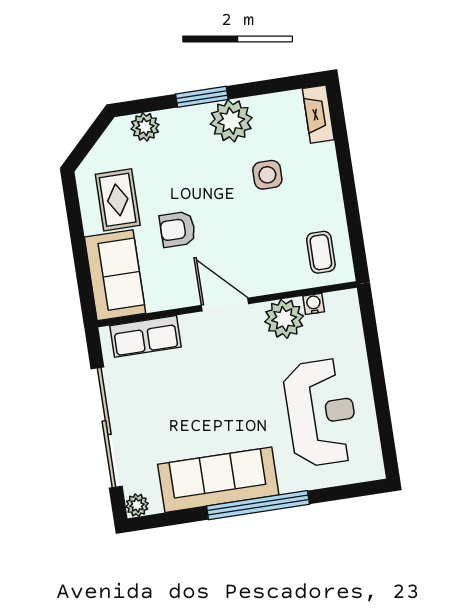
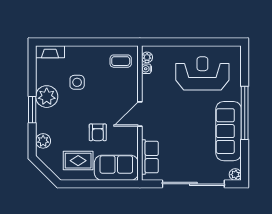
plant: (284, 319) -> (147, 57), moved, width x0.53, depth x0.53

